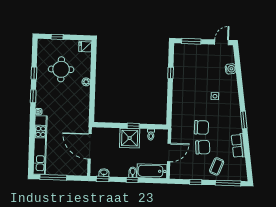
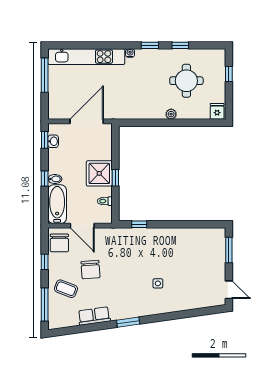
water cooler: (231, 69) -> (194, 303), removed
window: (171, 73) -> (139, 224), moved
chair: (201, 127) -> (59, 243), moved

